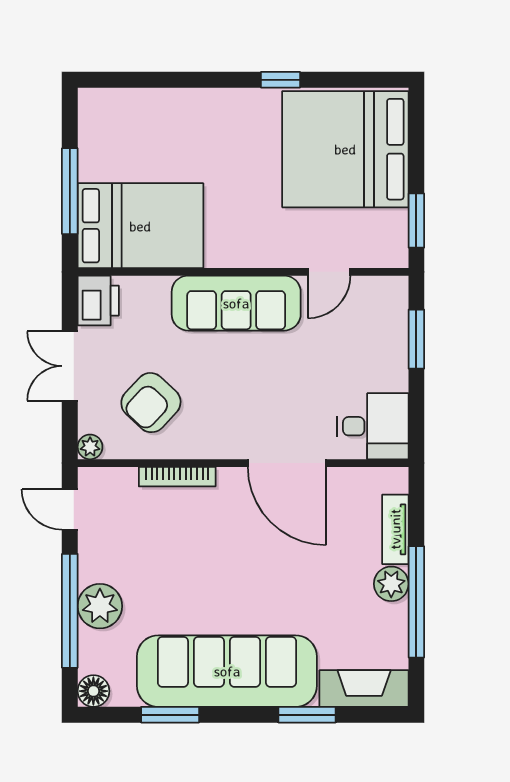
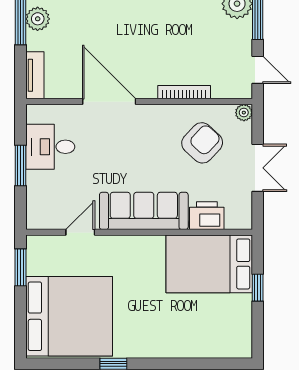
window: (70, 191) -> (258, 288), width x0.46
printer: (98, 301) -> (207, 216), moved, turned 90
window: (416, 339) -> (20, 165), moved
desk: (373, 426) -> (50, 147), moved
tv unit: (395, 529) -> (35, 75), moved

